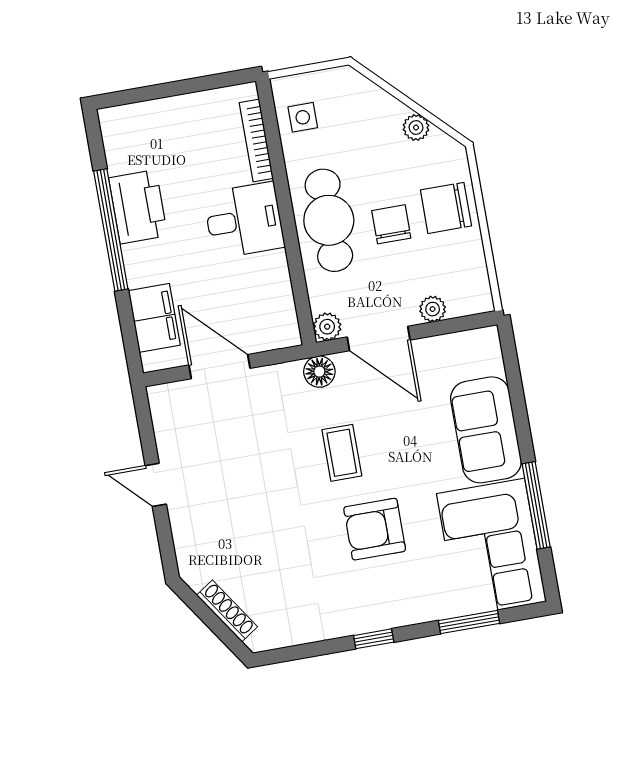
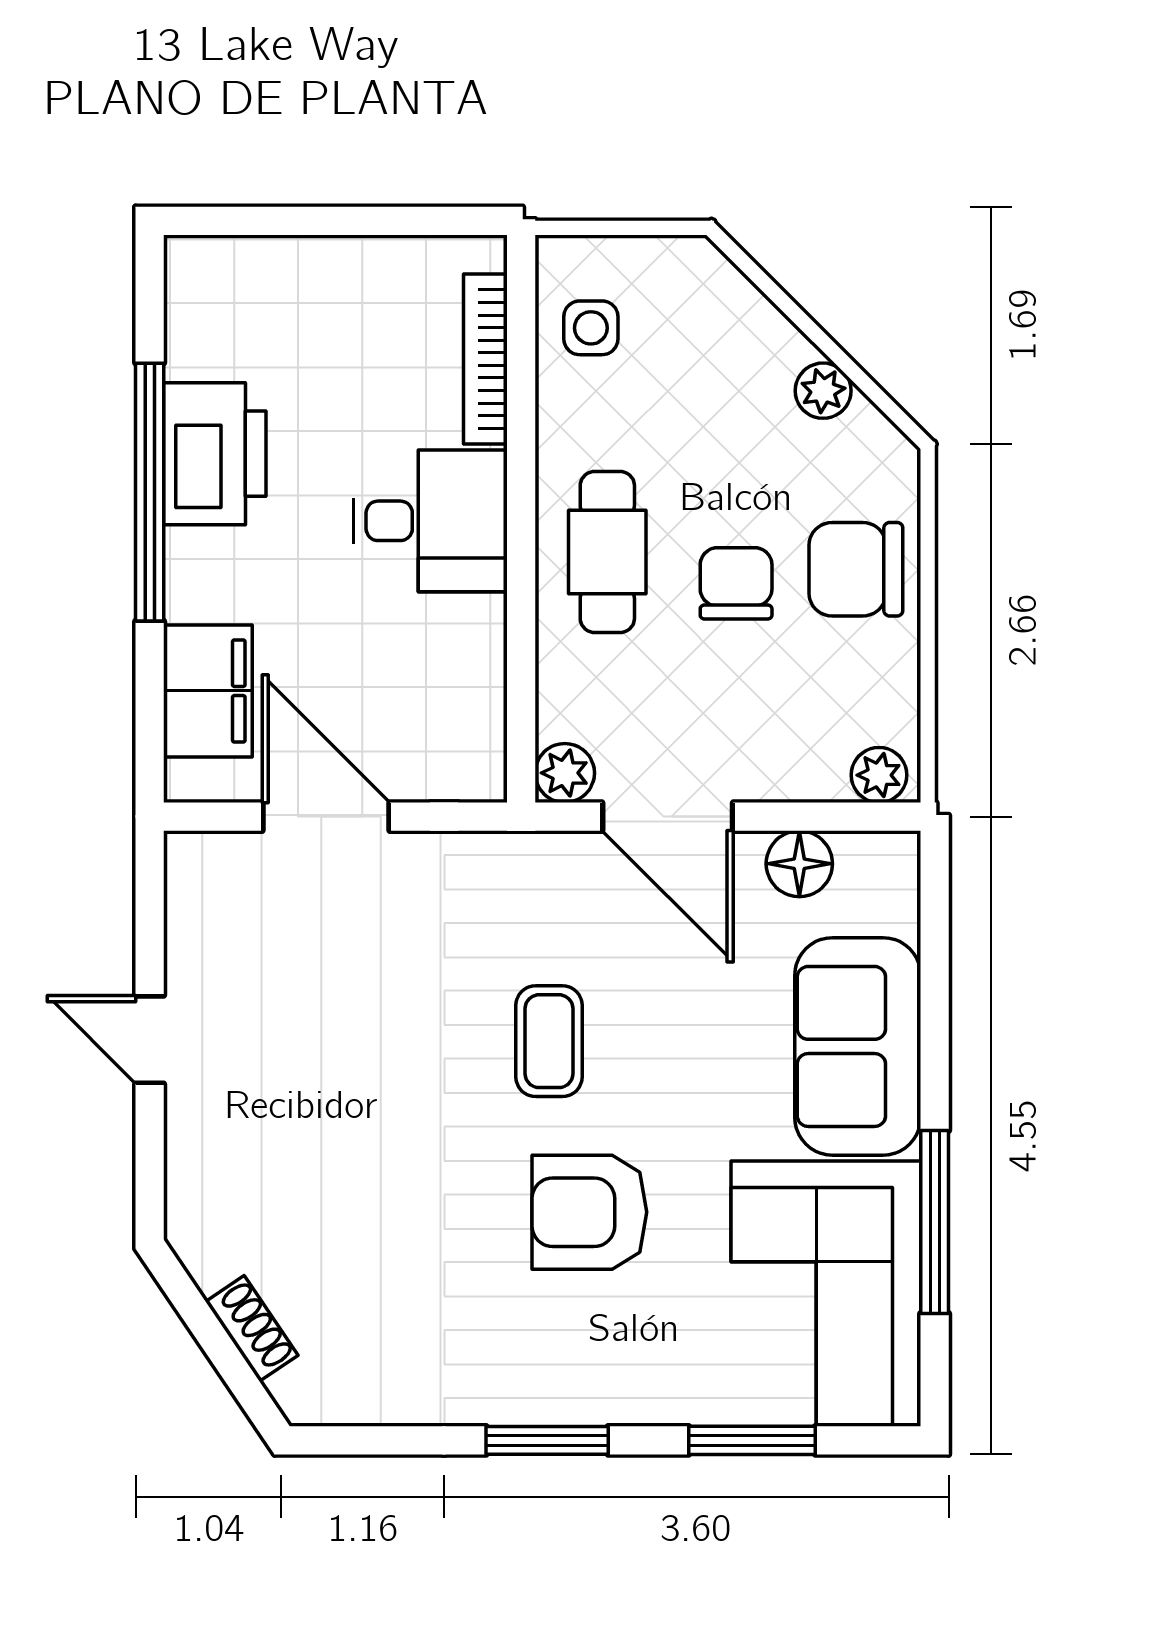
cafe table: (329, 220) -> (607, 552), width x0.73, depth x0.74
plant: (433, 309) -> (879, 775), moved
floor lamp: (319, 372) -> (799, 864), moved
shoe rack: (227, 611) -> (252, 1328), width x0.70
window: (374, 639) -> (547, 1440), width x1.50

